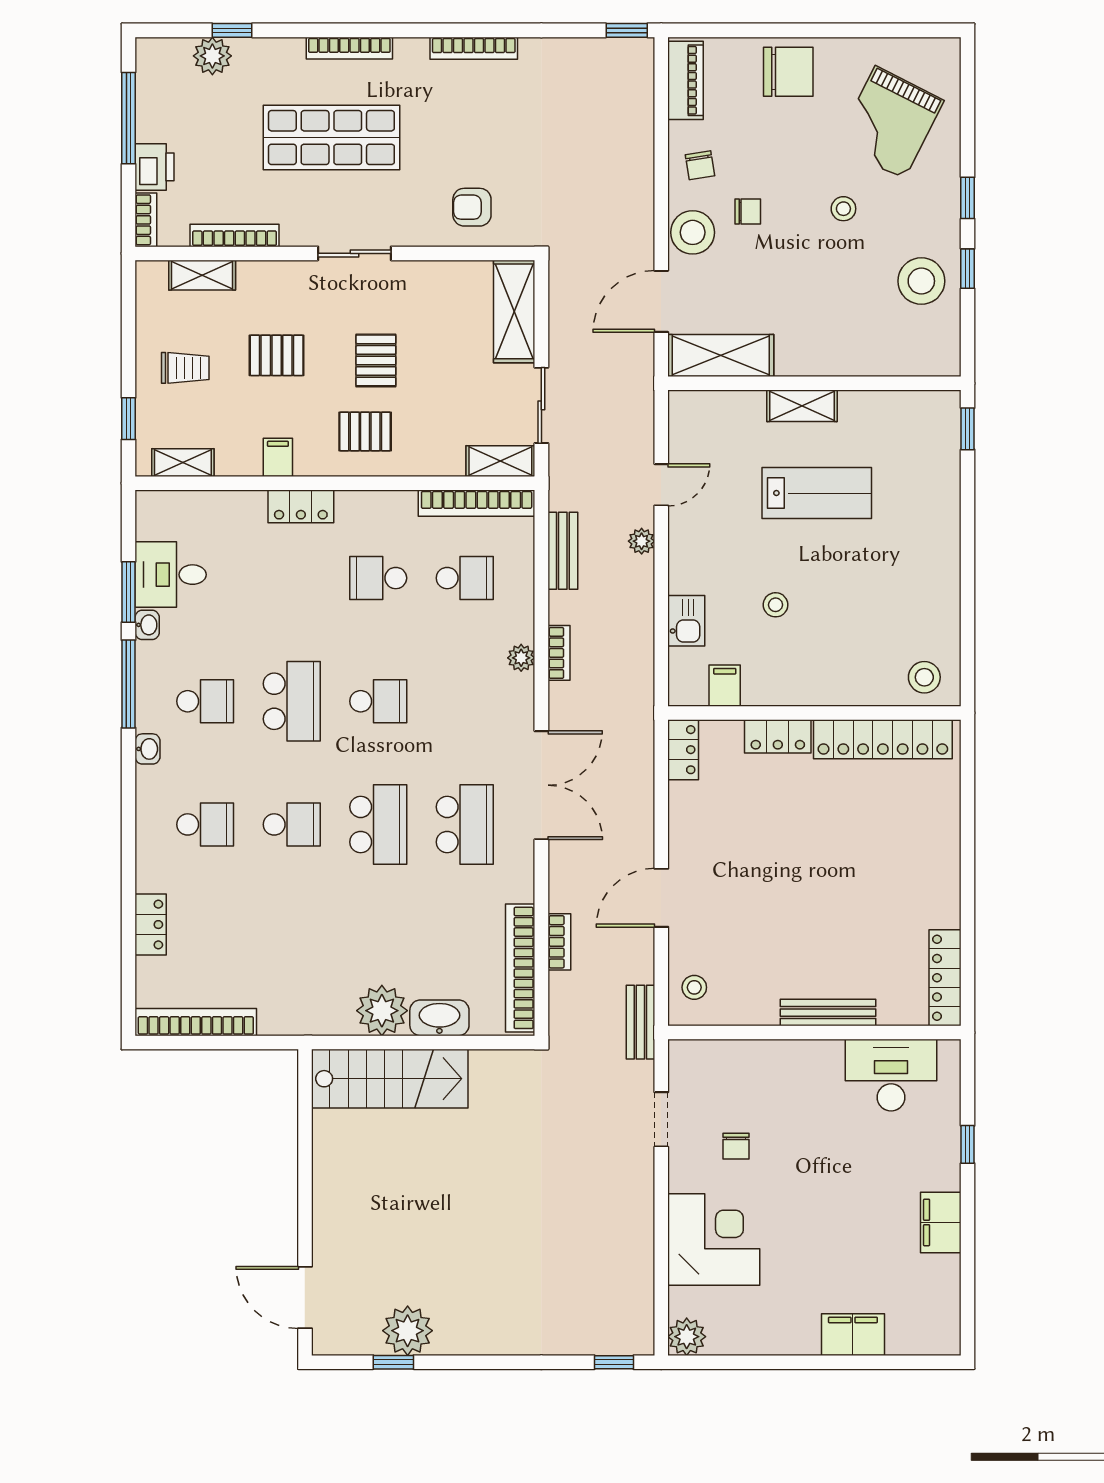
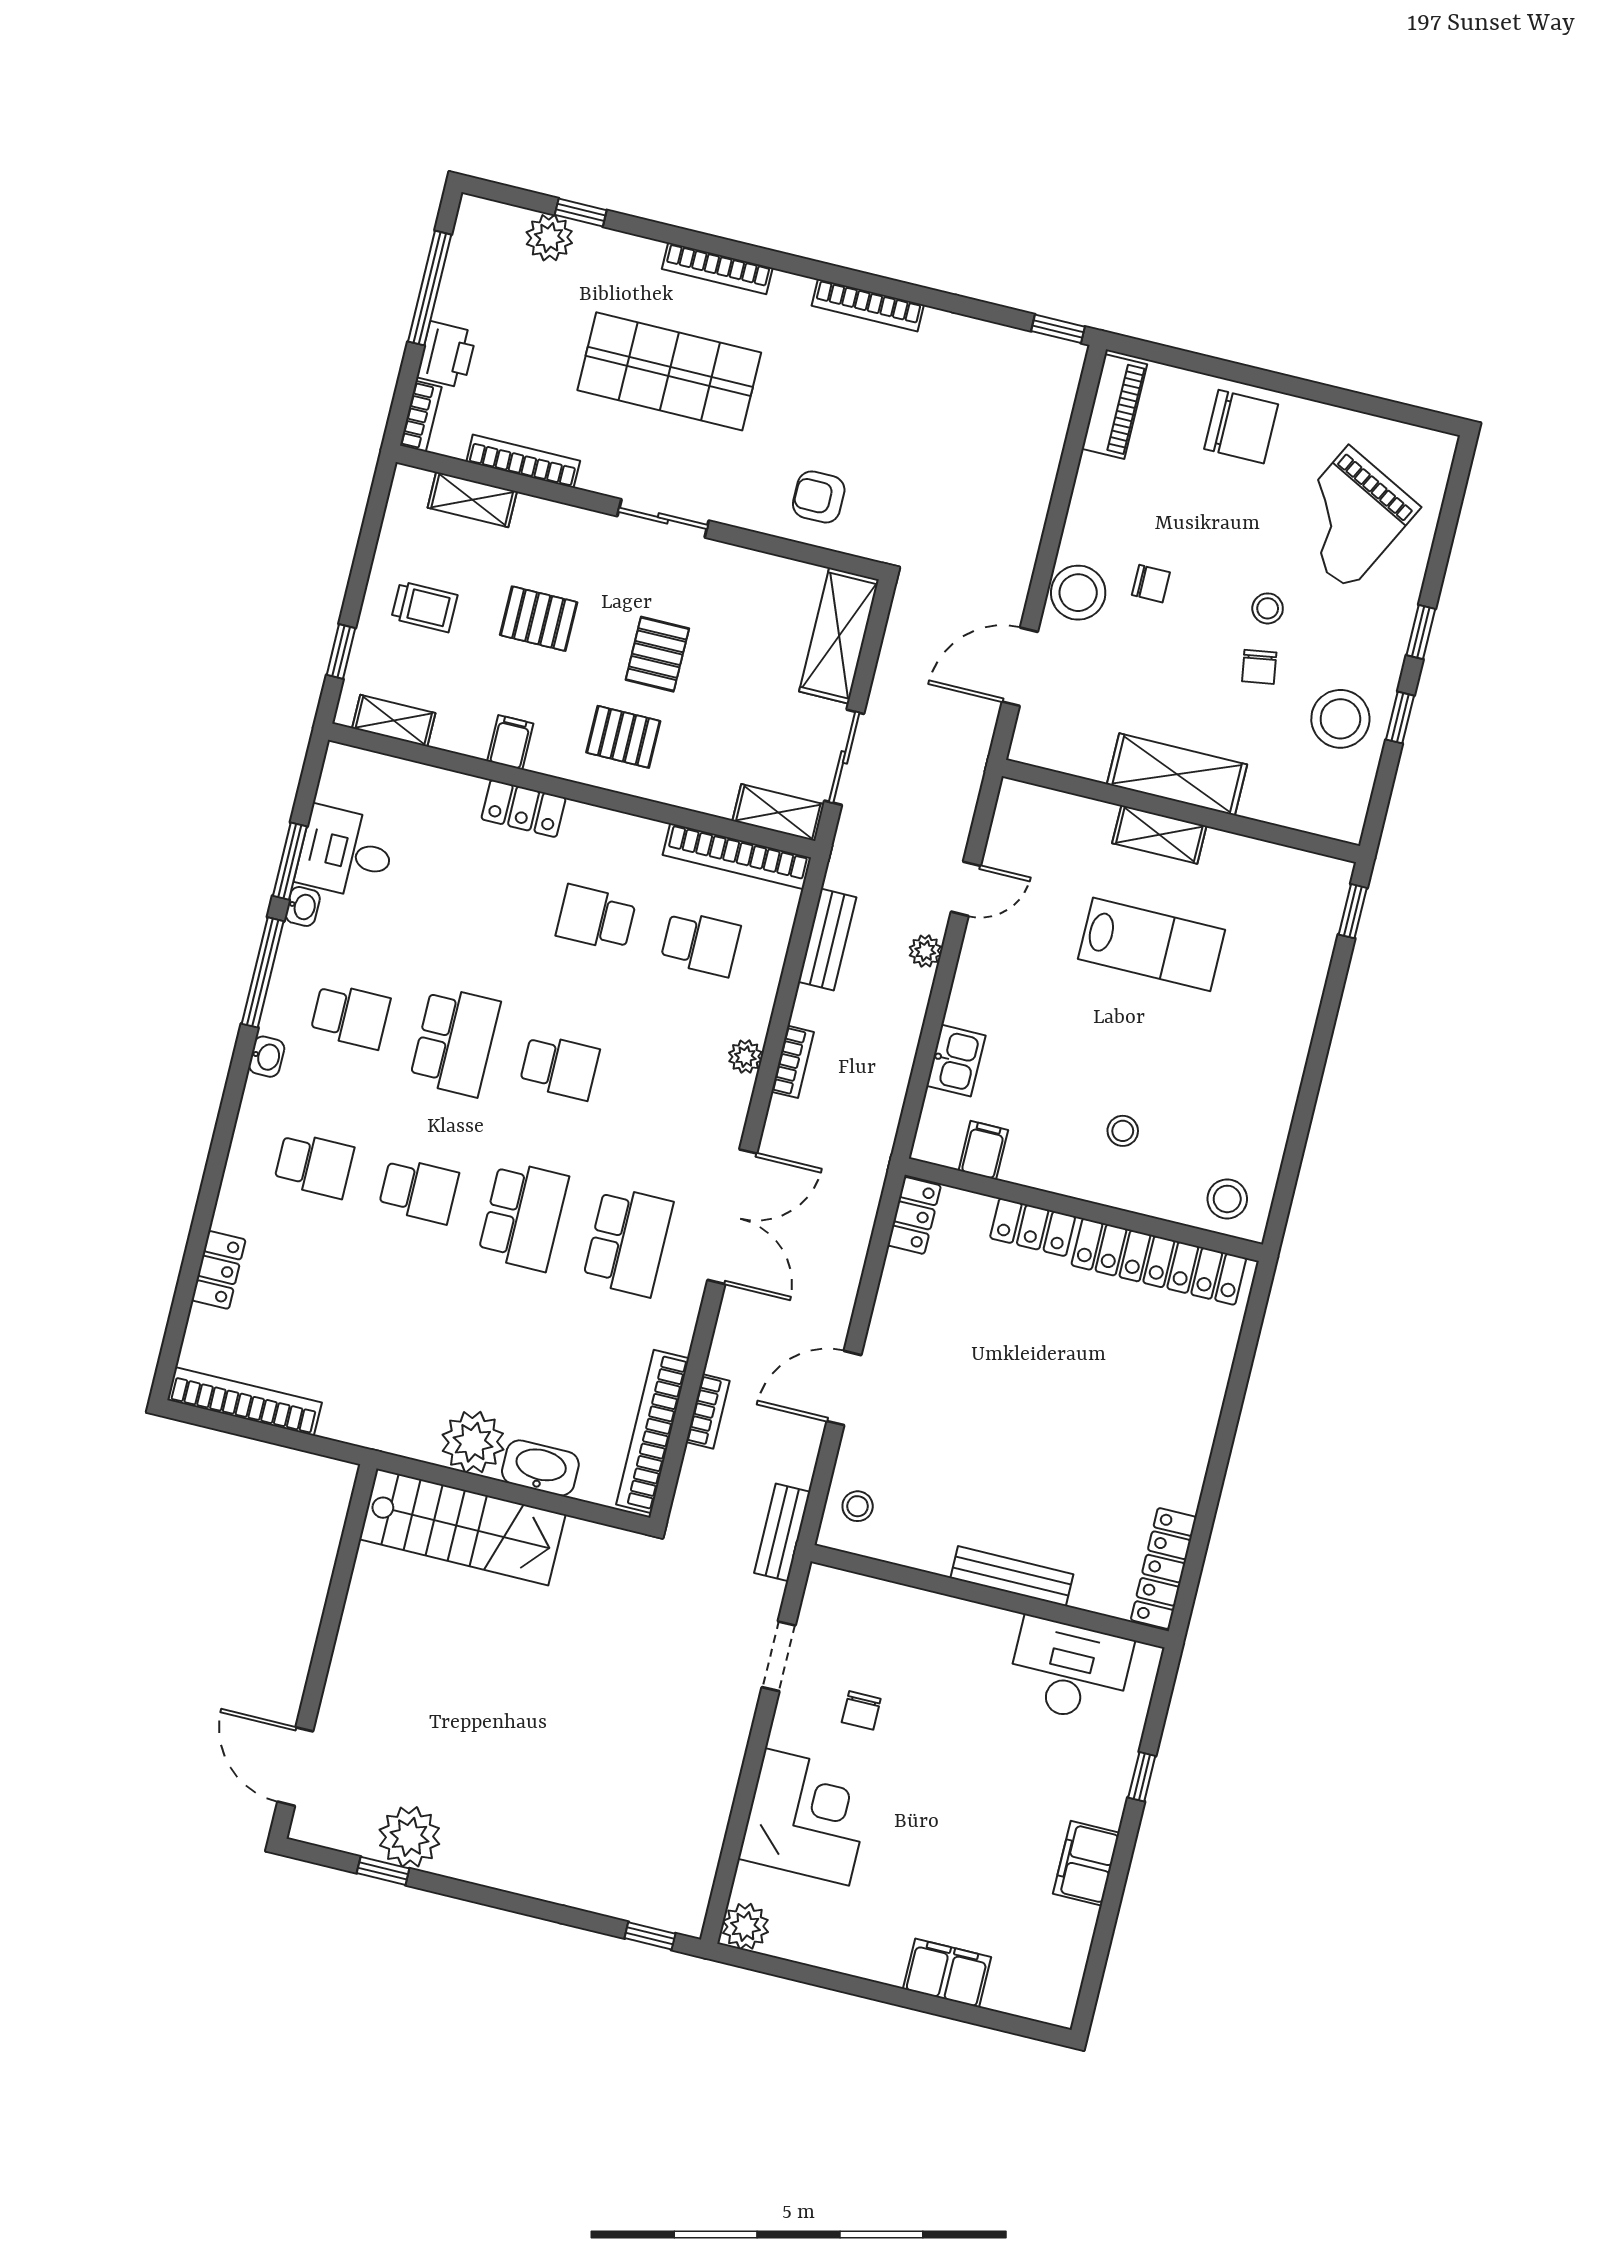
chair: (700, 165) -> (1259, 667), moved
shelving: (721, 355) -> (1177, 774), moved
stool: (776, 605) -> (1123, 1131), moved

